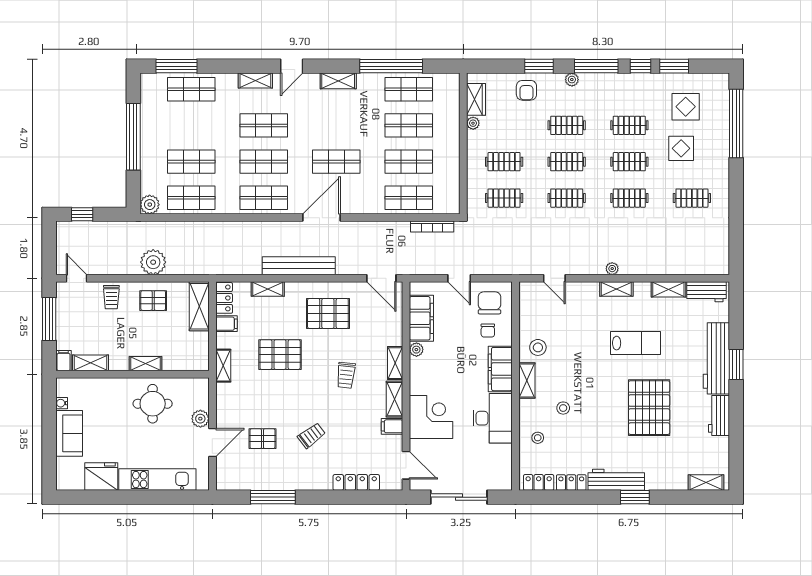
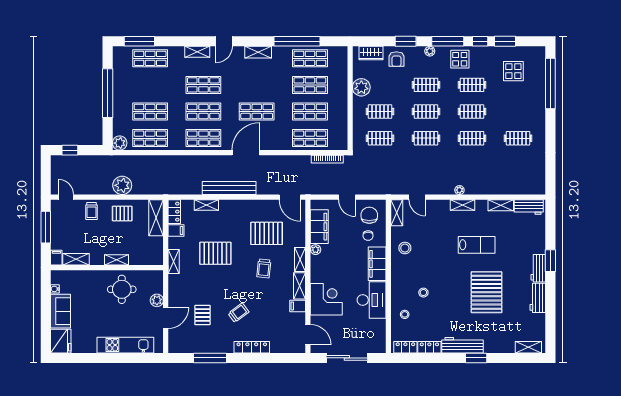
wardrobe: (476, 99) -> (371, 53), moved, turned 90
plant: (473, 123) -> (361, 87), width x1.88, depth x1.88
display table: (681, 148) -> (460, 59), moved
pallet: (328, 313) -> (267, 233), moved
workbench: (716, 358) -> (538, 268), width x0.53, depth x0.76
shelving: (527, 380) -> (397, 213), moved
pallet: (262, 439) -> (203, 315), turned 90
fridge: (101, 477) -> (61, 341), moved, turned 90
locker: (356, 482) -> (252, 347), moved

